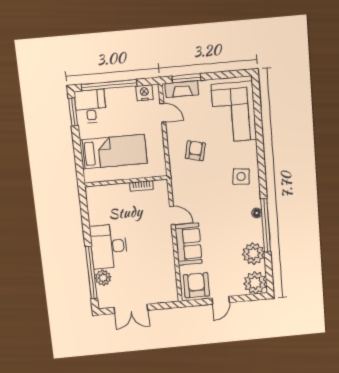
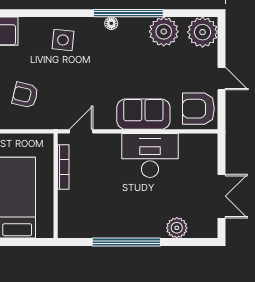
bookcase: (141, 186) -> (63, 167), width x1.56
door: (172, 215) -> (81, 131), moved
desk: (109, 246) -> (150, 155), moved, turned 180
window: (91, 273) -> (126, 242), moved

